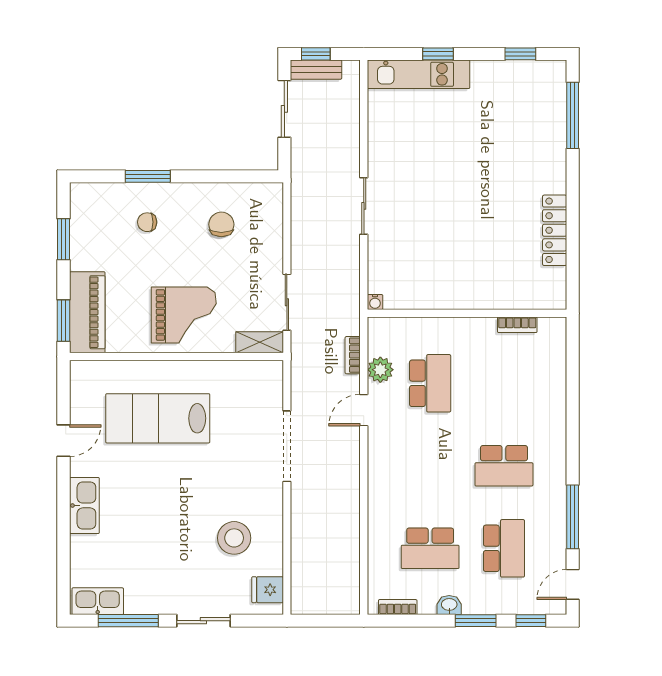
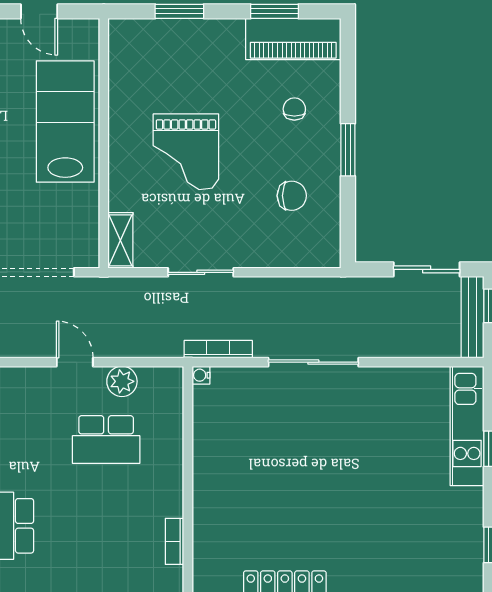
bench: (316, 70) -> (473, 317), width x1.36
window: (148, 176) -> (348, 150), moved
sliding door: (364, 206) -> (313, 362), width x1.37
piano: (87, 312) -> (293, 39), moved
shelving: (260, 342) -> (120, 240), moved
bookcase: (353, 355) -> (218, 349), moved, width x1.56
wall: (176, 357) -> (104, 143), moved

